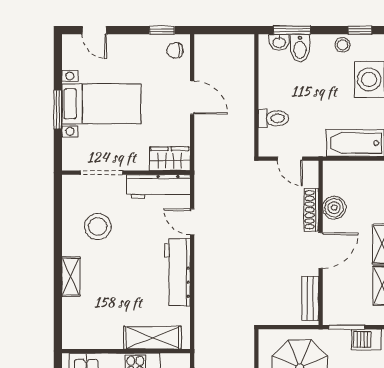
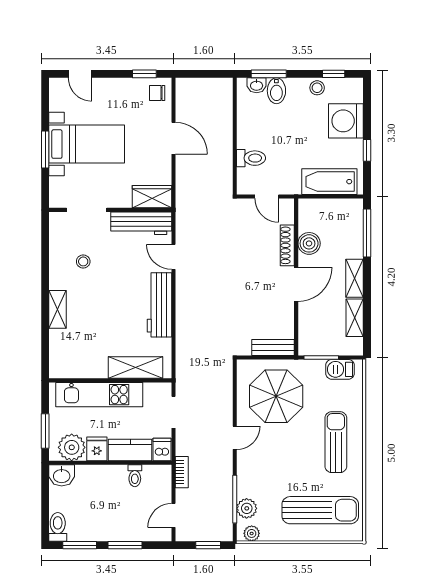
stool: (98, 227) -> (83, 261), width x0.53, depth x0.53
bench: (310, 299) -> (273, 347), moved, turned 90

